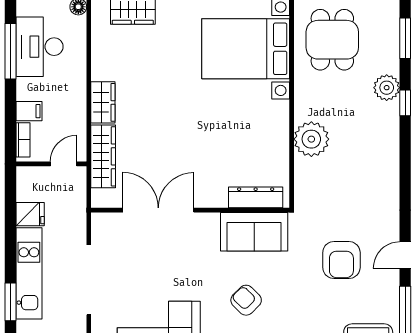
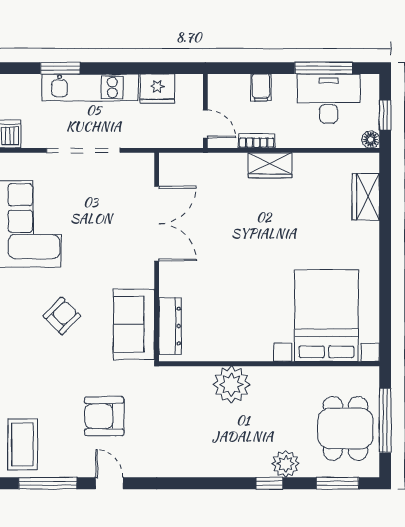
dining table: (332, 40) -> (345, 428), moved, turned 90
bookcase: (23, 140) -> (257, 141), moved, turned 180
wardrobe: (103, 156) -> (213, 166), removed
fridge: (30, 214) -> (157, 89), width x1.38

